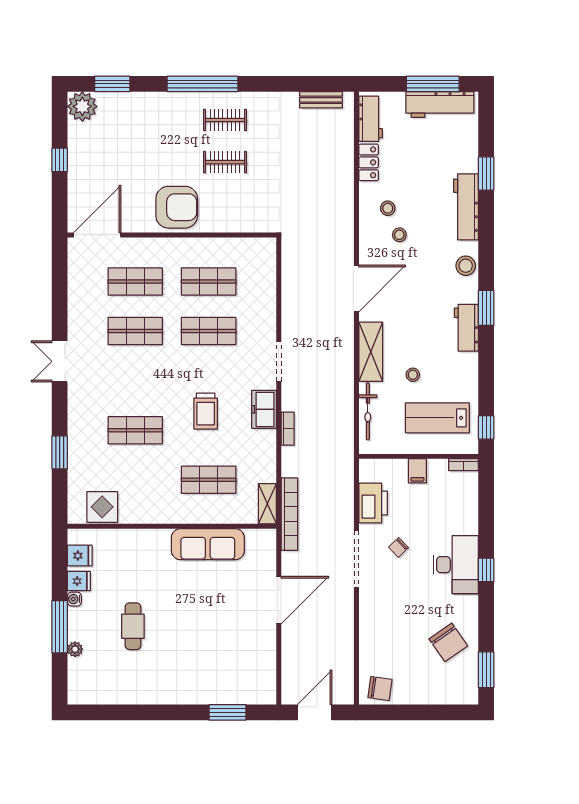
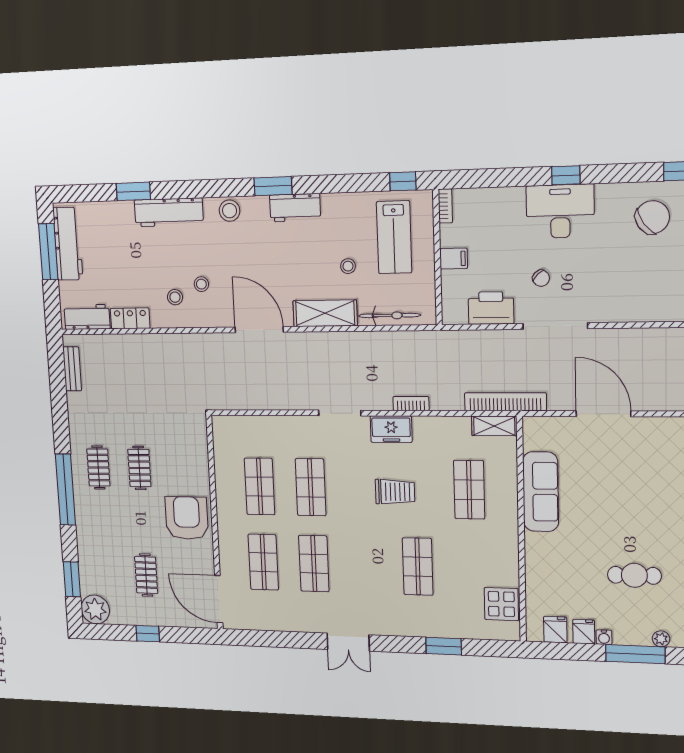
clothes rail: (119, 162) -> (146, 575), added

